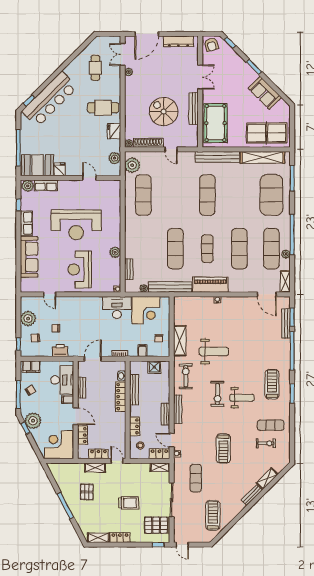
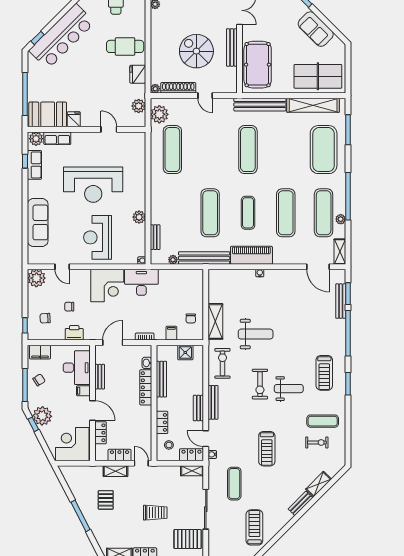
row of seats: (26, 223) -> (34, 165), moved
corner desk: (146, 310) -> (107, 286), moved
plant: (28, 319) -> (36, 278), moved
treadmill: (272, 384) -> (324, 373), turned 180

